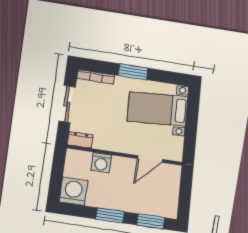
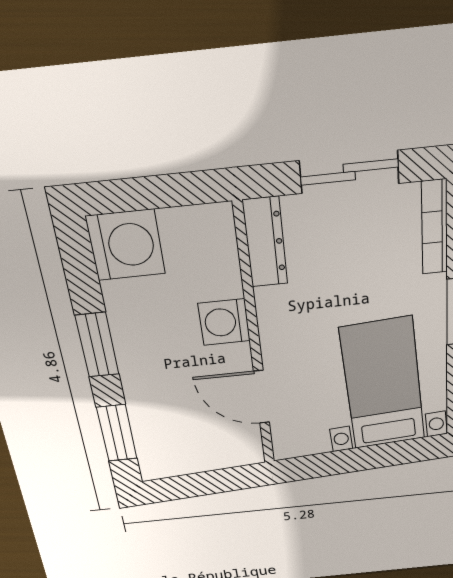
dresser: (80, 140) -> (265, 242), width x1.44
washing machine: (101, 163) -> (224, 322), moved

